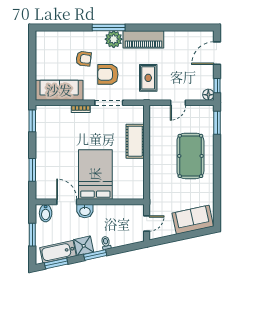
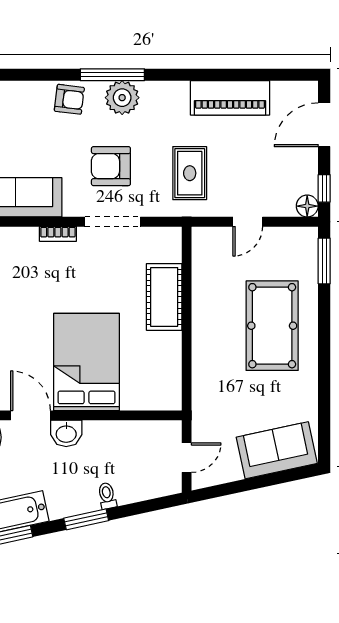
piano: (143, 39) -> (230, 98), moved
armchair: (84, 59) -> (69, 99), moved
shower: (84, 246) -> (64, 501), removed

